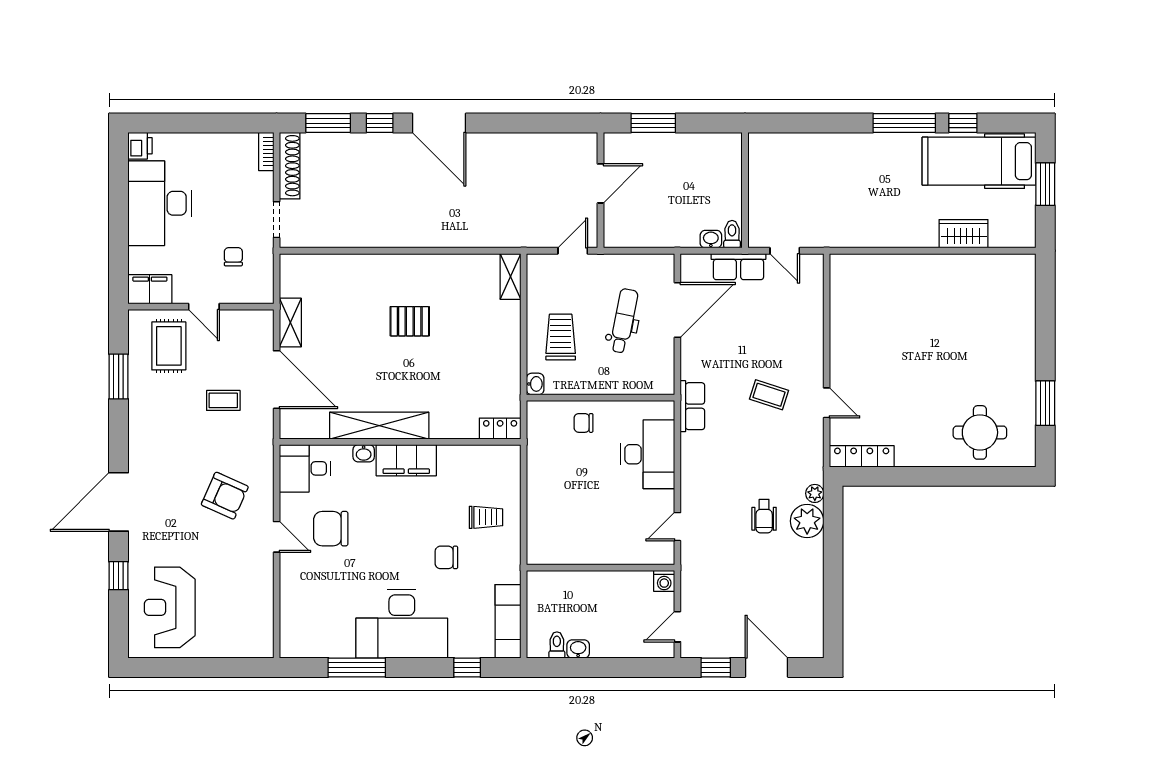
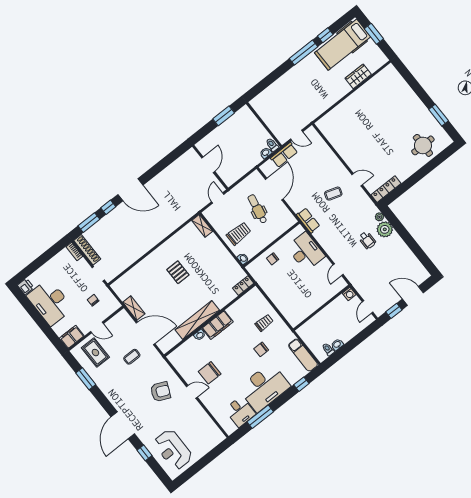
window: (653, 123) -> (224, 116), moved
pallet: (410, 321) -> (178, 272), turned 90
trolley: (561, 337) -> (239, 234), turned 90
desk: (305, 468) -> (240, 412), moved, turned -90

